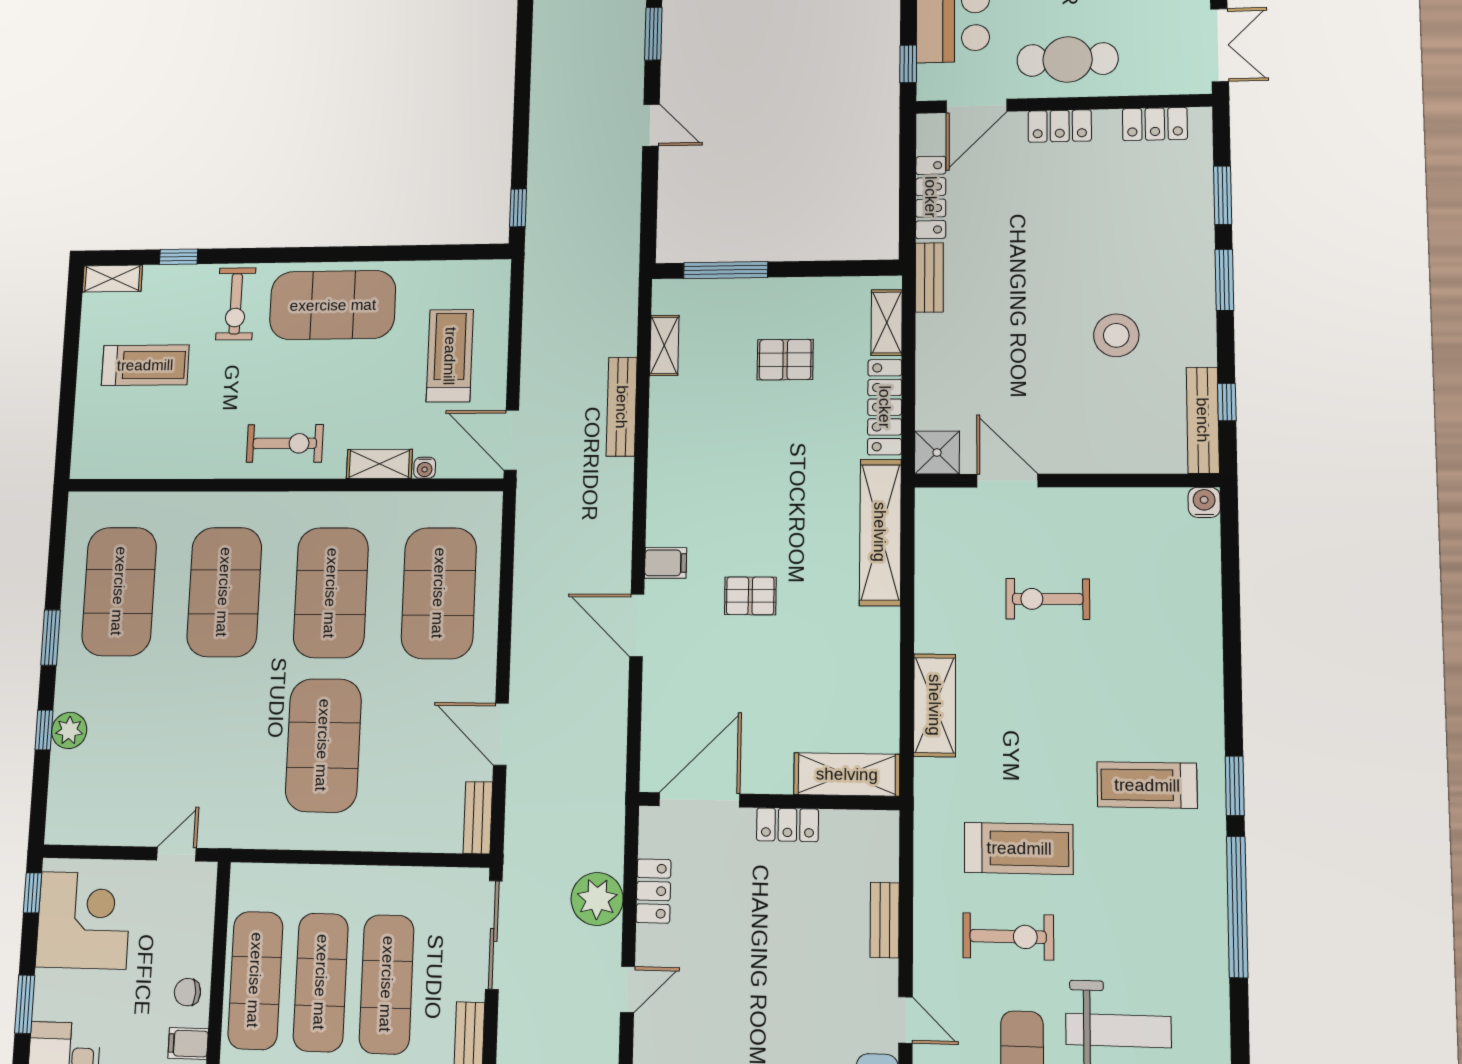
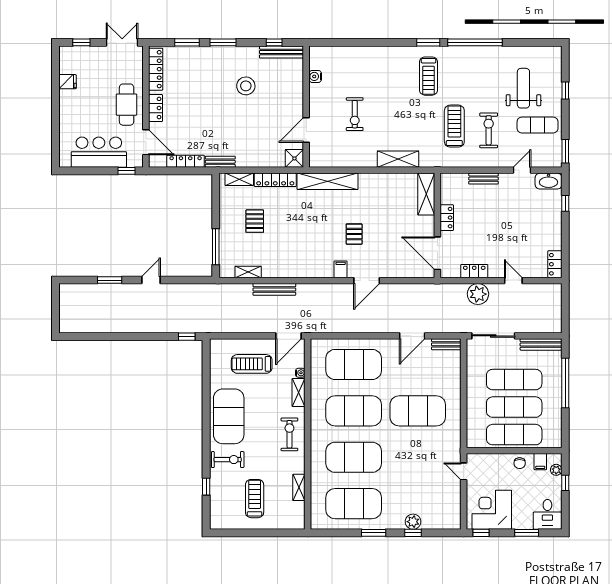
locker: (1155, 124) -> (156, 69), width x1.53
shelving: (112, 279) -> (299, 487), moved
water cooler: (1204, 502) -> (315, 76), moved

